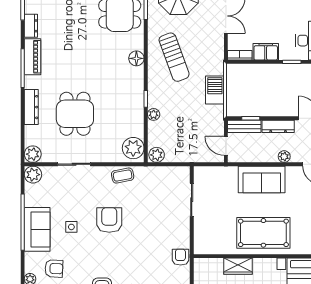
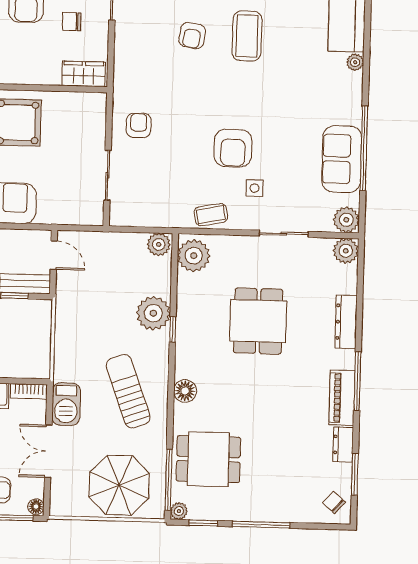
barbecue: (215, 90) -> (66, 404), moved
dining table: (75, 114) -> (258, 321), moved
plant: (154, 114) -> (153, 313), width x1.88, depth x1.88
side table: (71, 227) -> (255, 188), moved
sofa: (37, 229) -> (342, 159), moved
armchair: (180, 257) -> (139, 125), moved, turned 180
wardrobe: (238, 266) -> (84, 74), moved
armchair: (54, 269) -> (319, 77), removed

